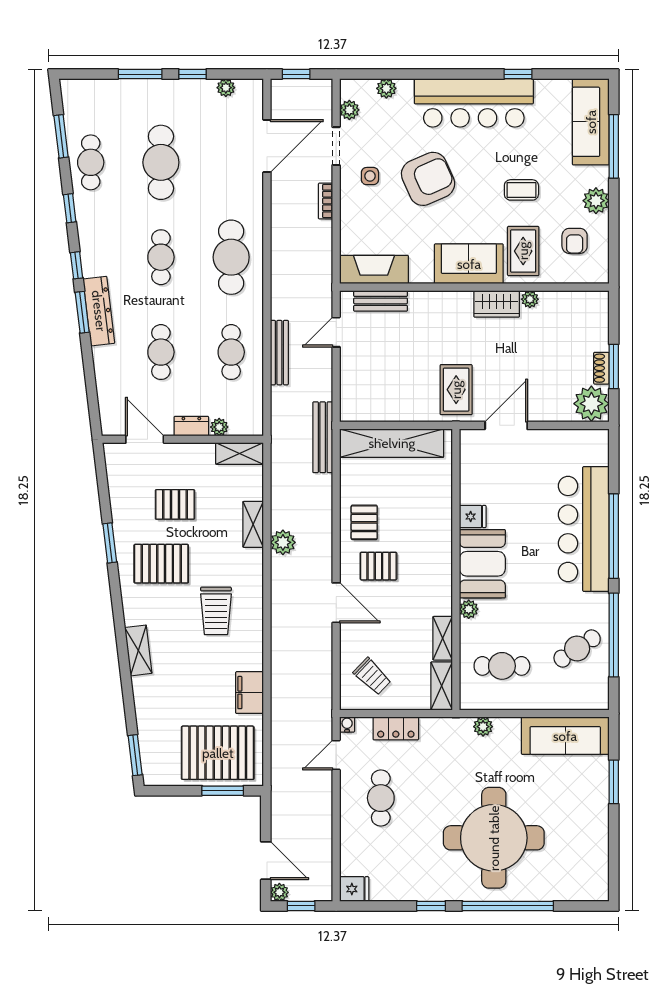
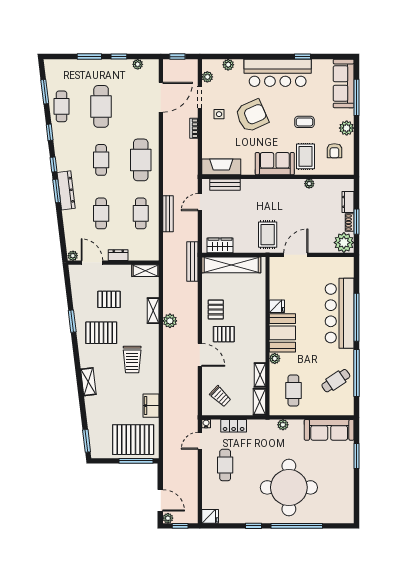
wardrobe: (497, 304) -> (220, 245), moved, turned 180
dresser: (599, 332) -> (348, 202), added
plant: (219, 427) -> (73, 256), moved
cafe table: (502, 666) -> (293, 391), turned 90
window: (223, 791) -> (136, 461), width x1.44

